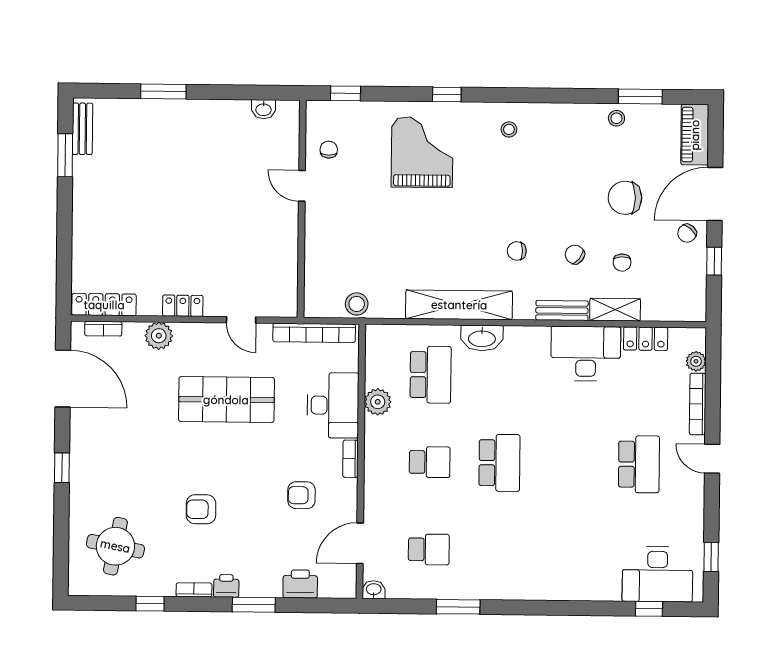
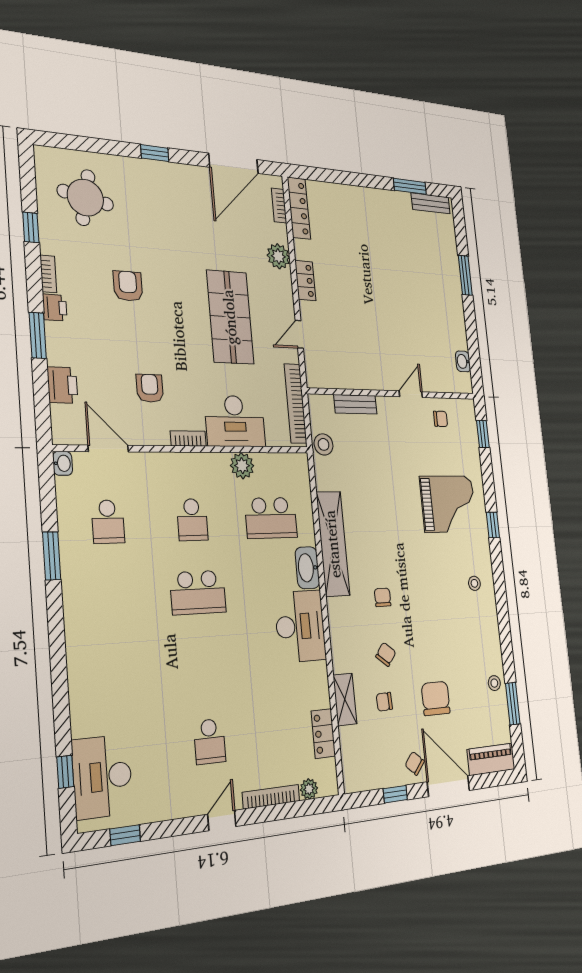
bench: (562, 310) -> (355, 404), moved, turned 90
desk: (586, 354) -> (300, 626), moved
school desk: (639, 464) -> (210, 741), width x0.54

